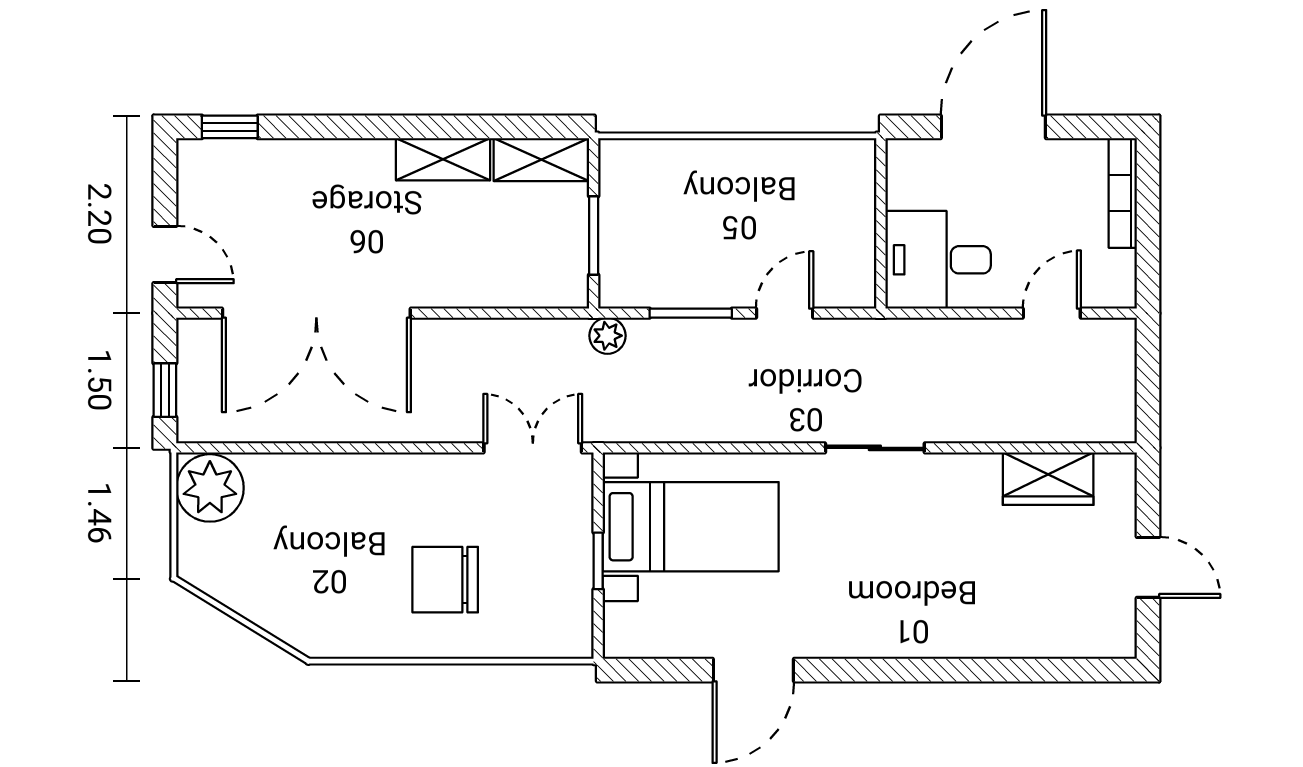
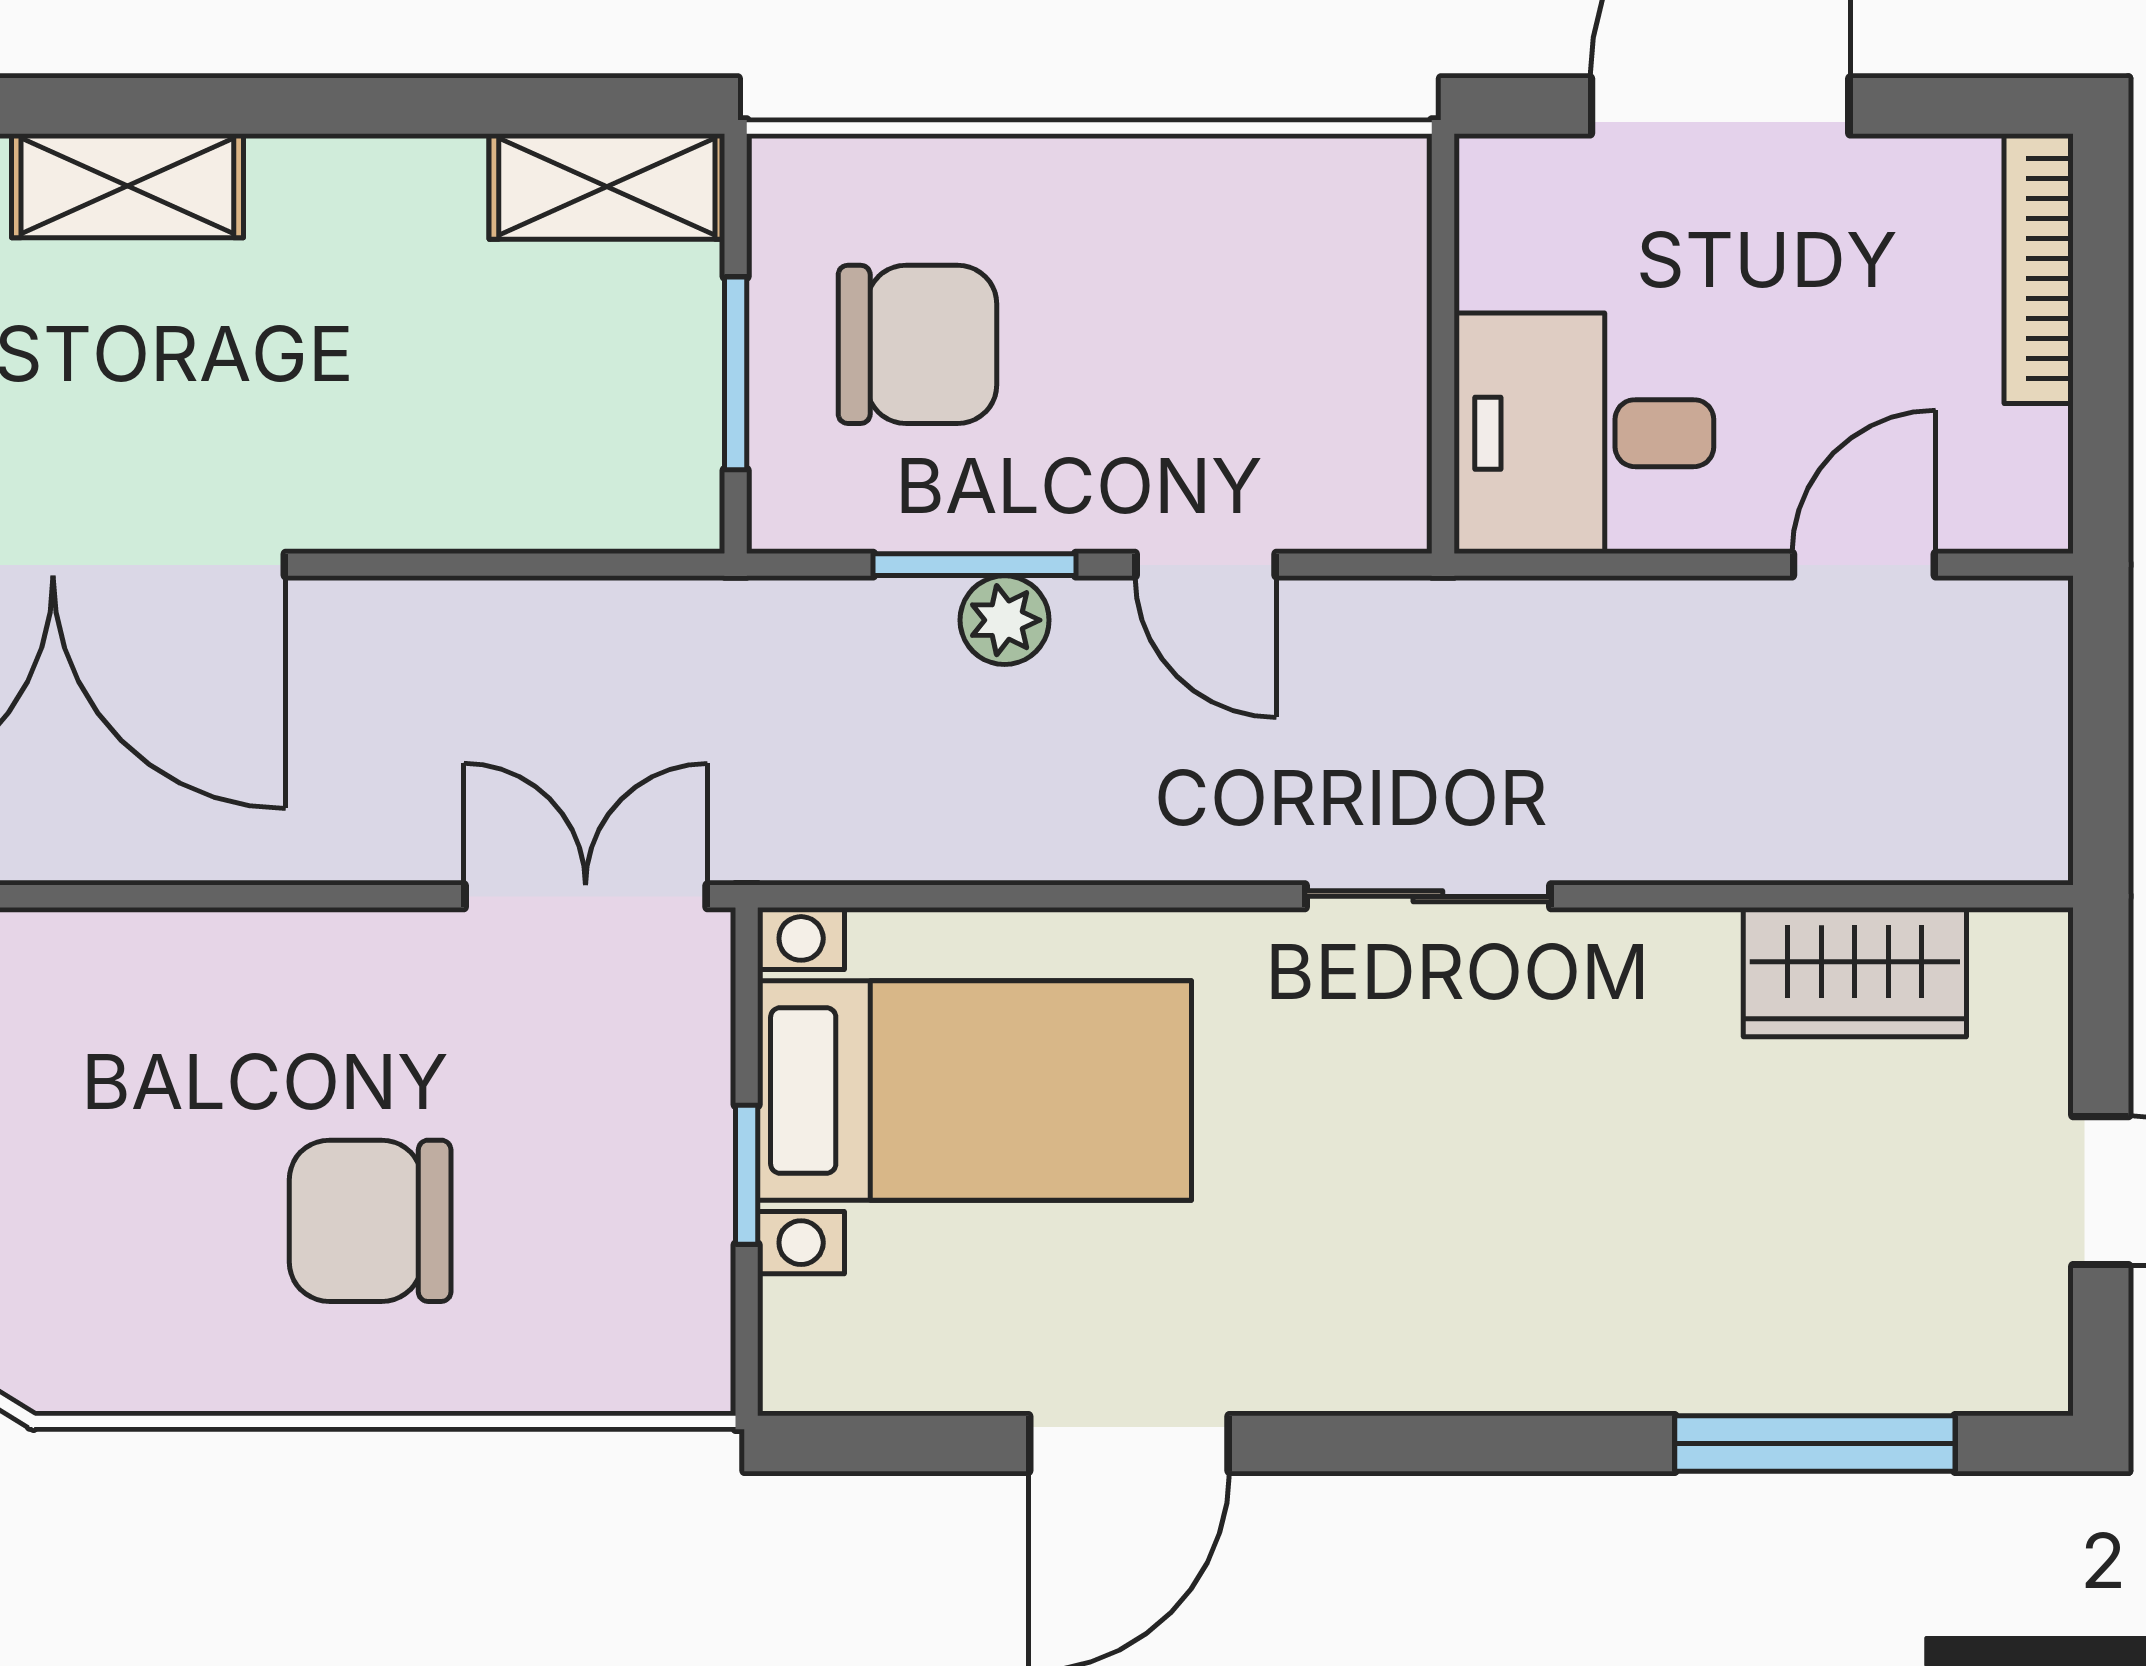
shelving: (443, 159) -> (127, 186), moved
chair: (668, 224) -> (918, 344), added
door: (785, 313) -> (1206, 565), swing flipped
plant: (607, 336) -> (1005, 620), moved
window: (1032, 670) -> (1815, 1443), added

